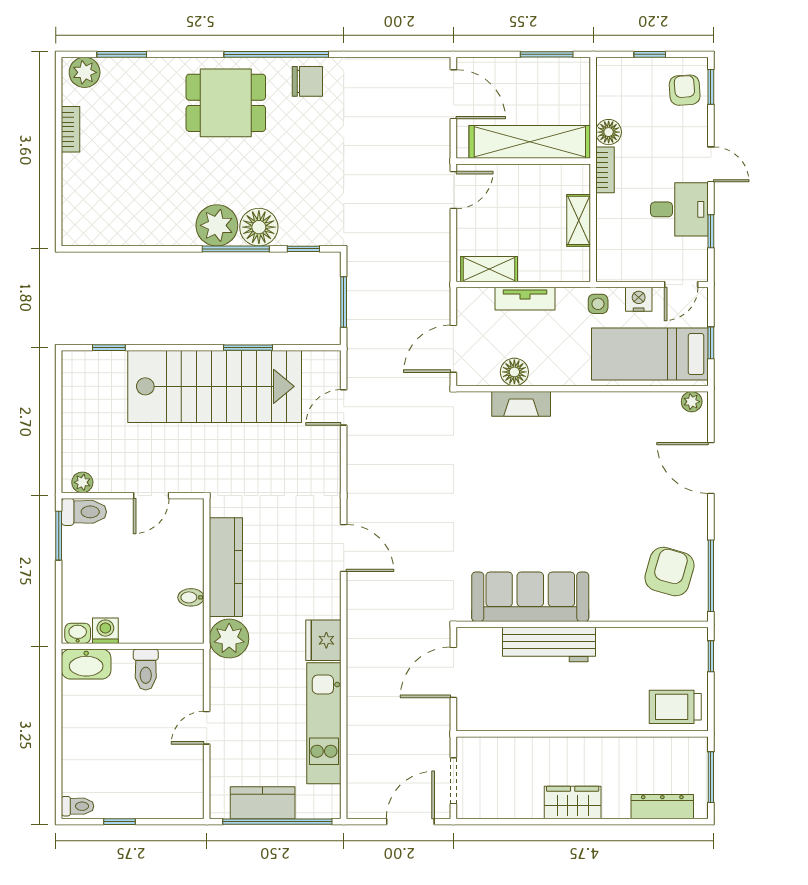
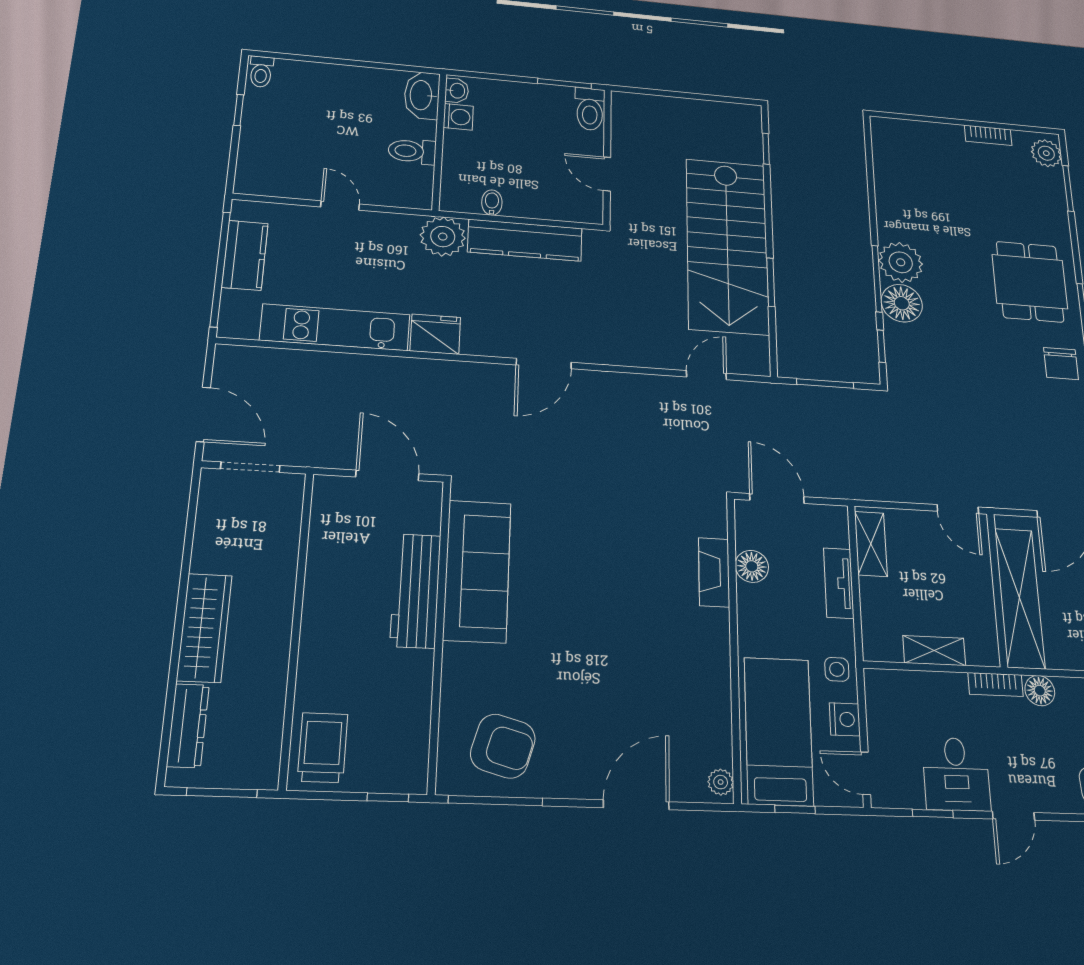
door: (344, 407) -> (706, 375), hinge flipped
plant: (82, 482) -> (622, 111), removed
wardrobe: (573, 803) -> (204, 628), width x1.50

